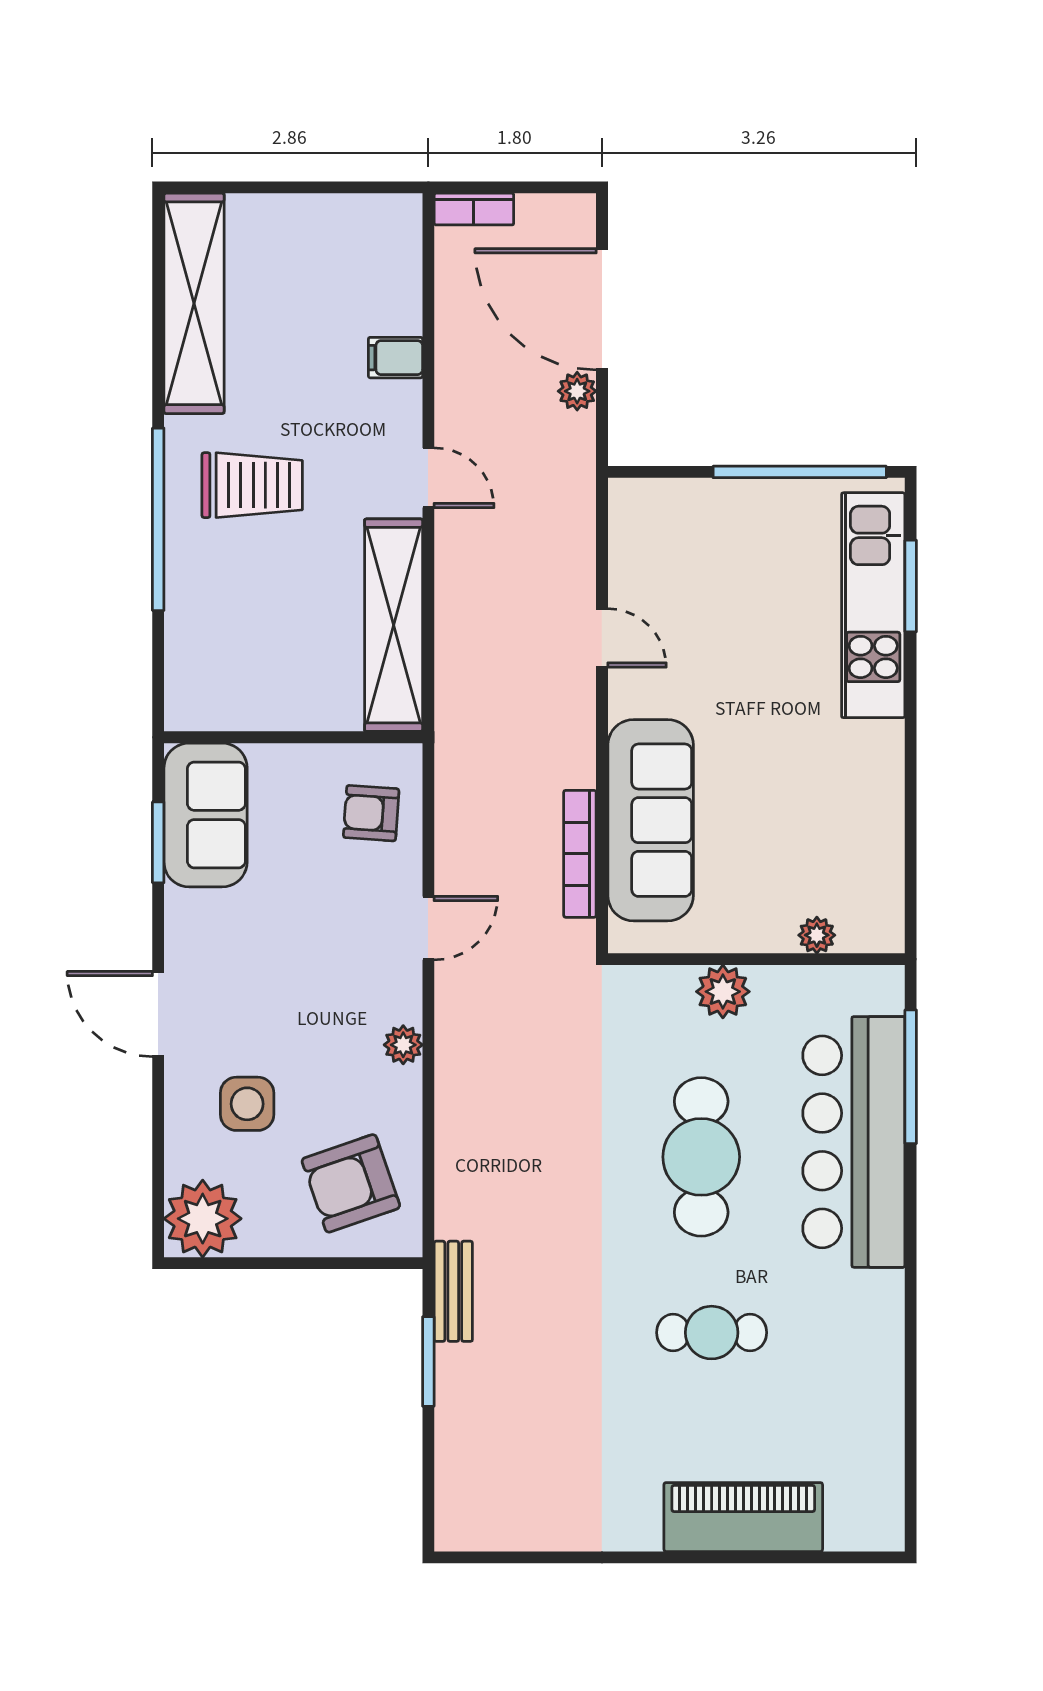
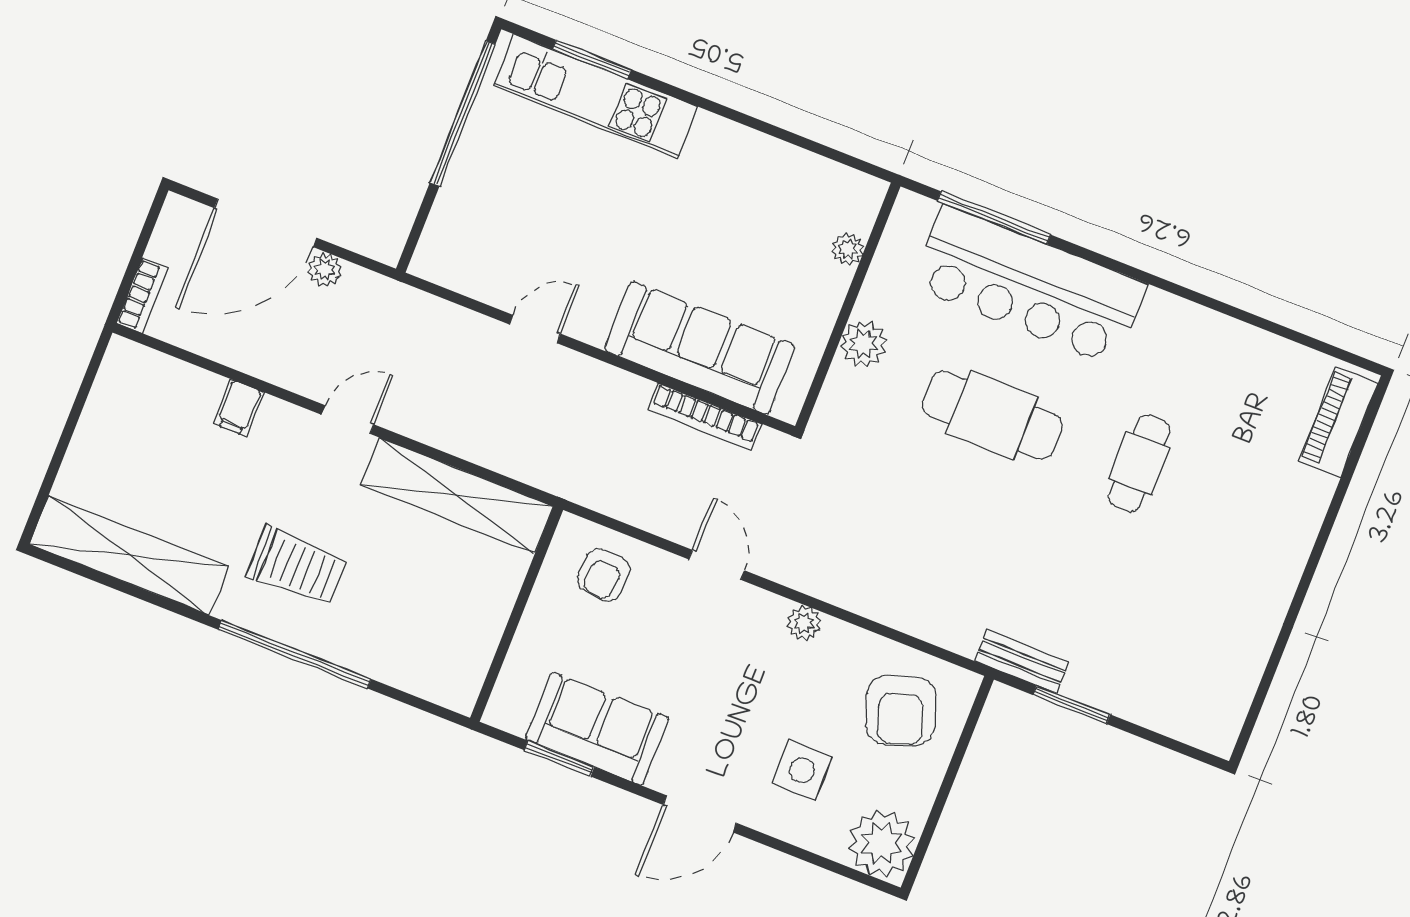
trolley: (252, 485) -> (297, 566), turned 90
sofa: (206, 815) -> (597, 729), moved
piano: (743, 1517) -> (1338, 422), moved, width x0.73, depth x0.75

